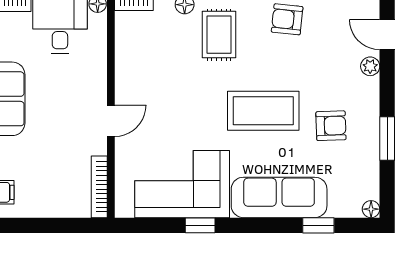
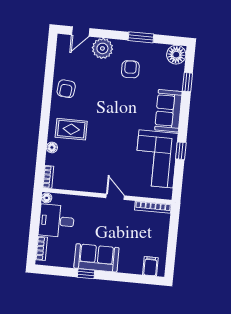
plant: (370, 66) -> (102, 48), width x1.87, depth x1.87
coffee table: (263, 111) -> (118, 108), removed
sofa: (279, 197) -> (168, 111), width x0.73
floor lamp: (371, 209) -> (176, 55), width x1.89, depth x1.89

